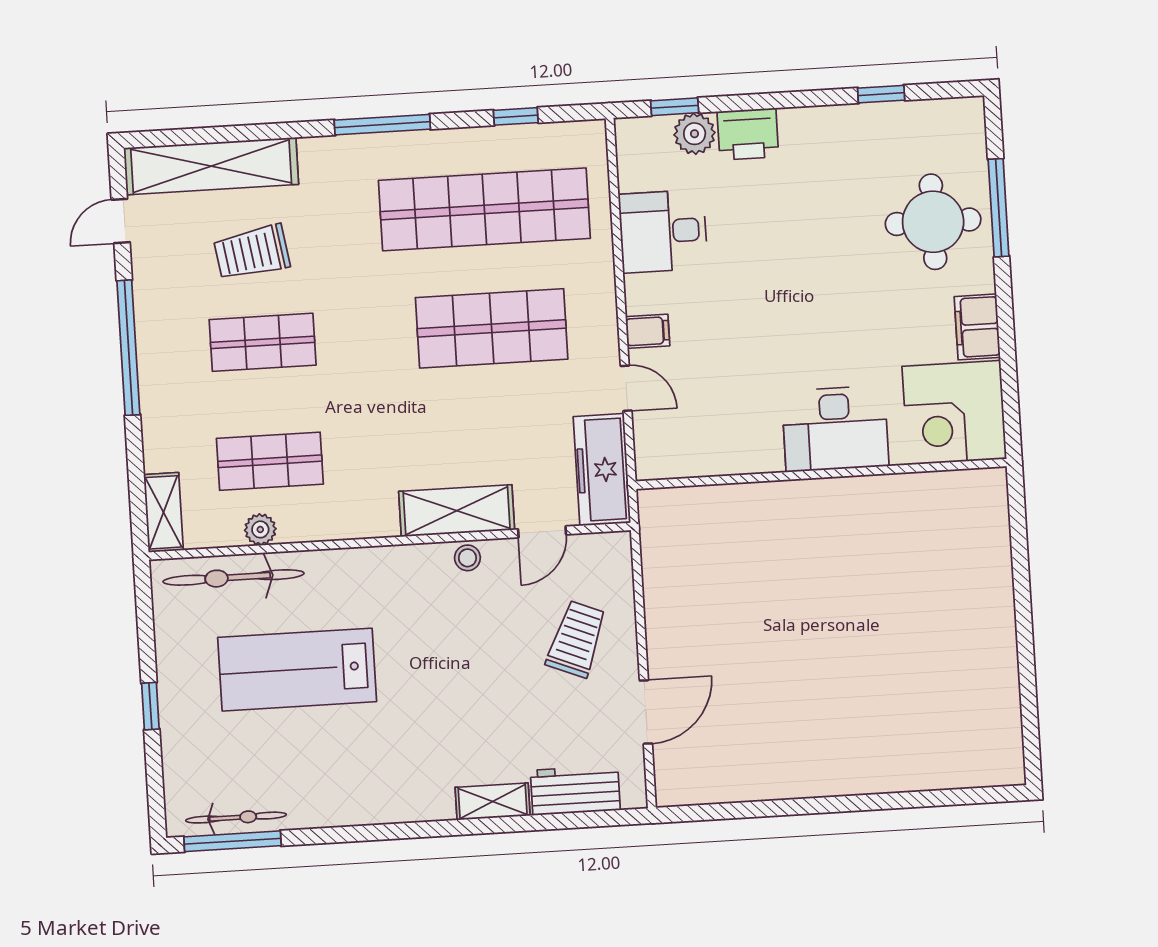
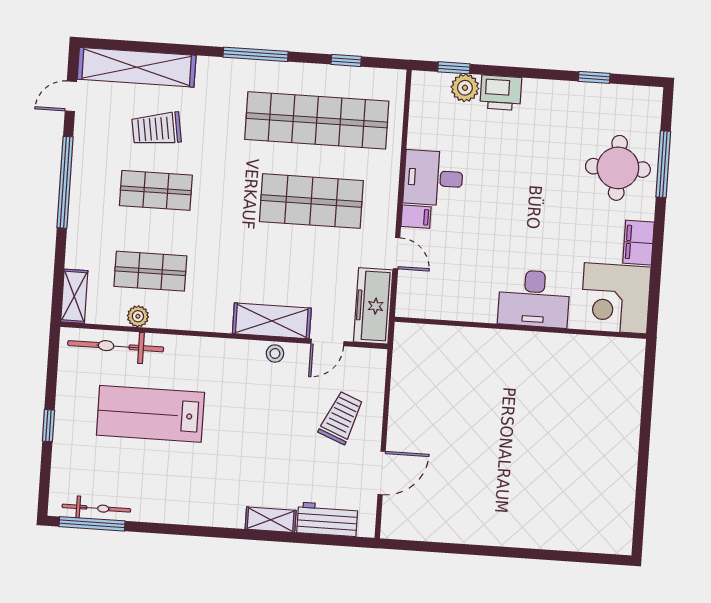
desk: (663, 231) -> (433, 178), moved

